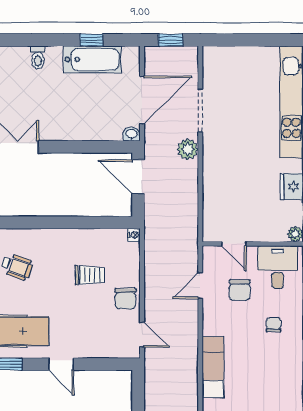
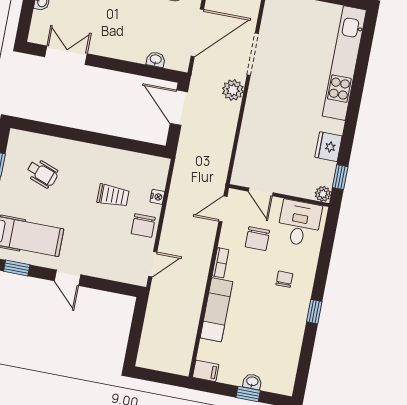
washbasin: (131, 134) -> (156, 59), moved
nightstand: (134, 235) -> (157, 197), moved
door: (200, 286) -> (223, 209), moved
bookcase: (208, 321) -> (220, 263), added
door: (142, 335) -> (153, 264), hinge flipped

